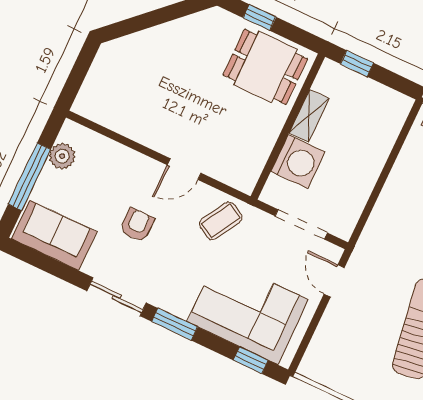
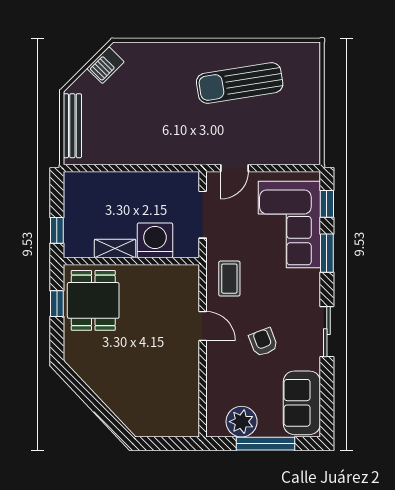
window: (260, 17) -> (57, 304), moved
plant: (62, 156) -> (242, 422), width x1.36, depth x1.36
coffee table: (221, 221) -> (229, 279), turned 60
armchair: (137, 225) -> (263, 342), turned 69
window: (175, 324) -> (327, 253), moved

